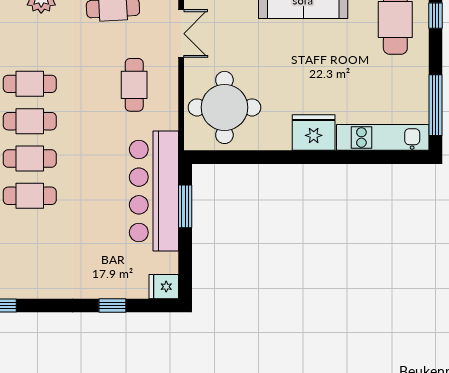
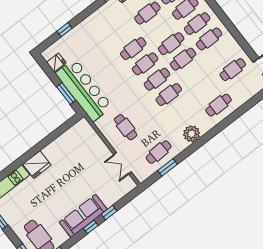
round table: (224, 107) -> (81, 147), removed
fridge: (164, 287) -> (56, 63), moved

